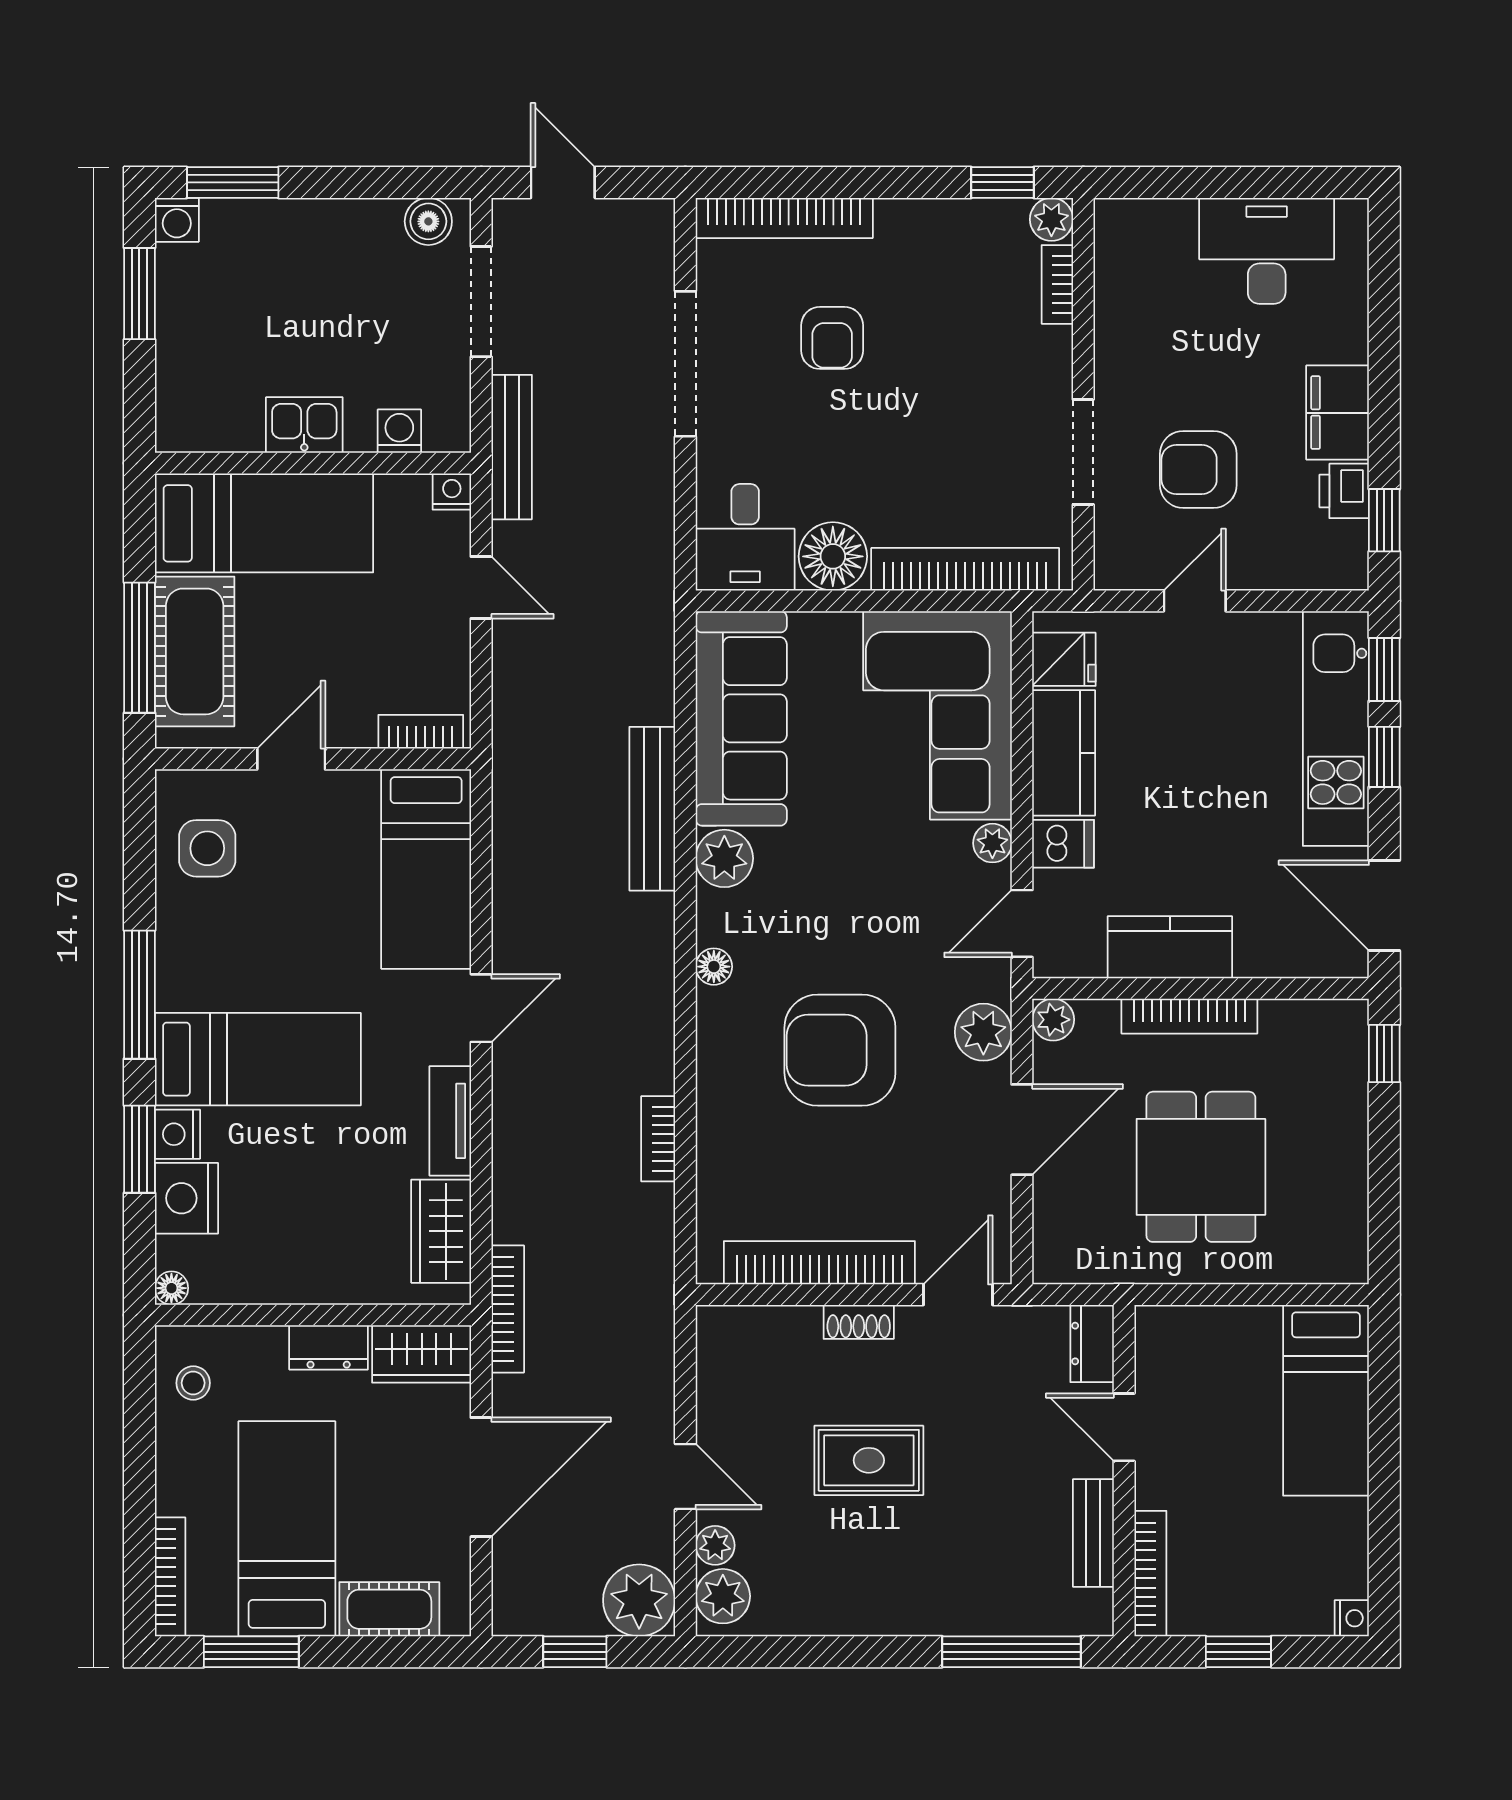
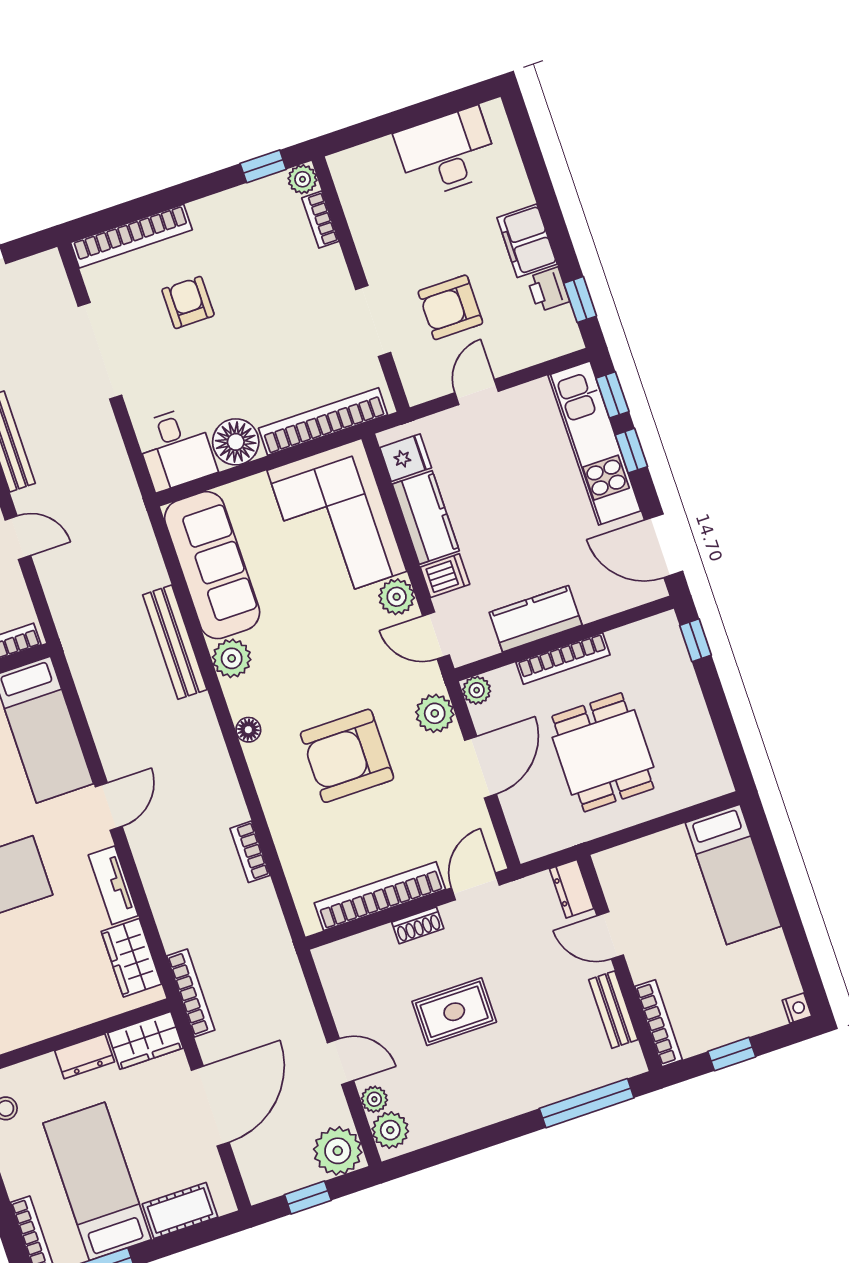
armchair: (832, 338) -> (188, 302), turned 180
plant: (992, 843) -> (397, 597), width x1.38, depth x1.38
door: (1022, 923) -> (436, 635), hinge flipped

